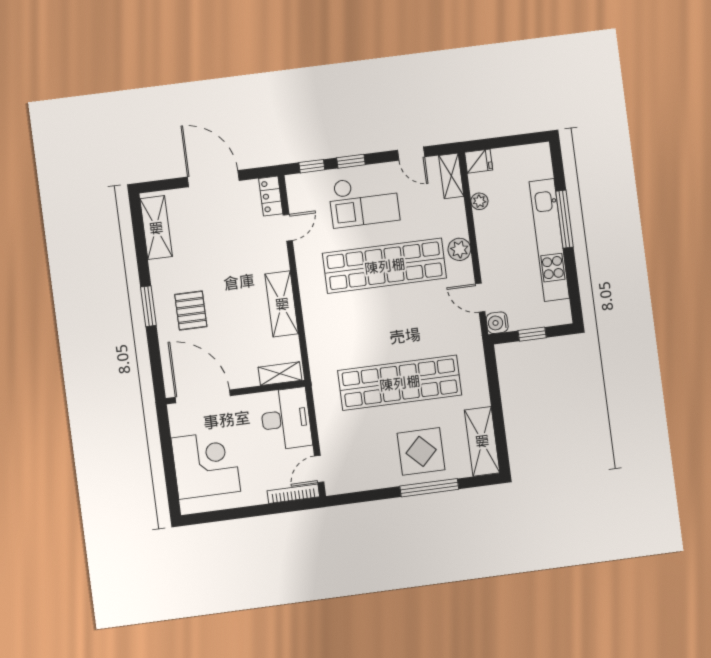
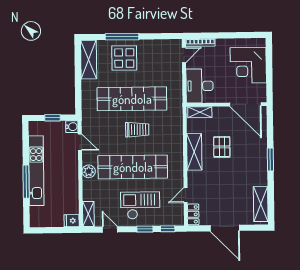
plant: (479, 201) -> (74, 198), removed
pallet: (191, 310) -> (222, 147), moved
trolley: (384, 331) -> (137, 130), added

